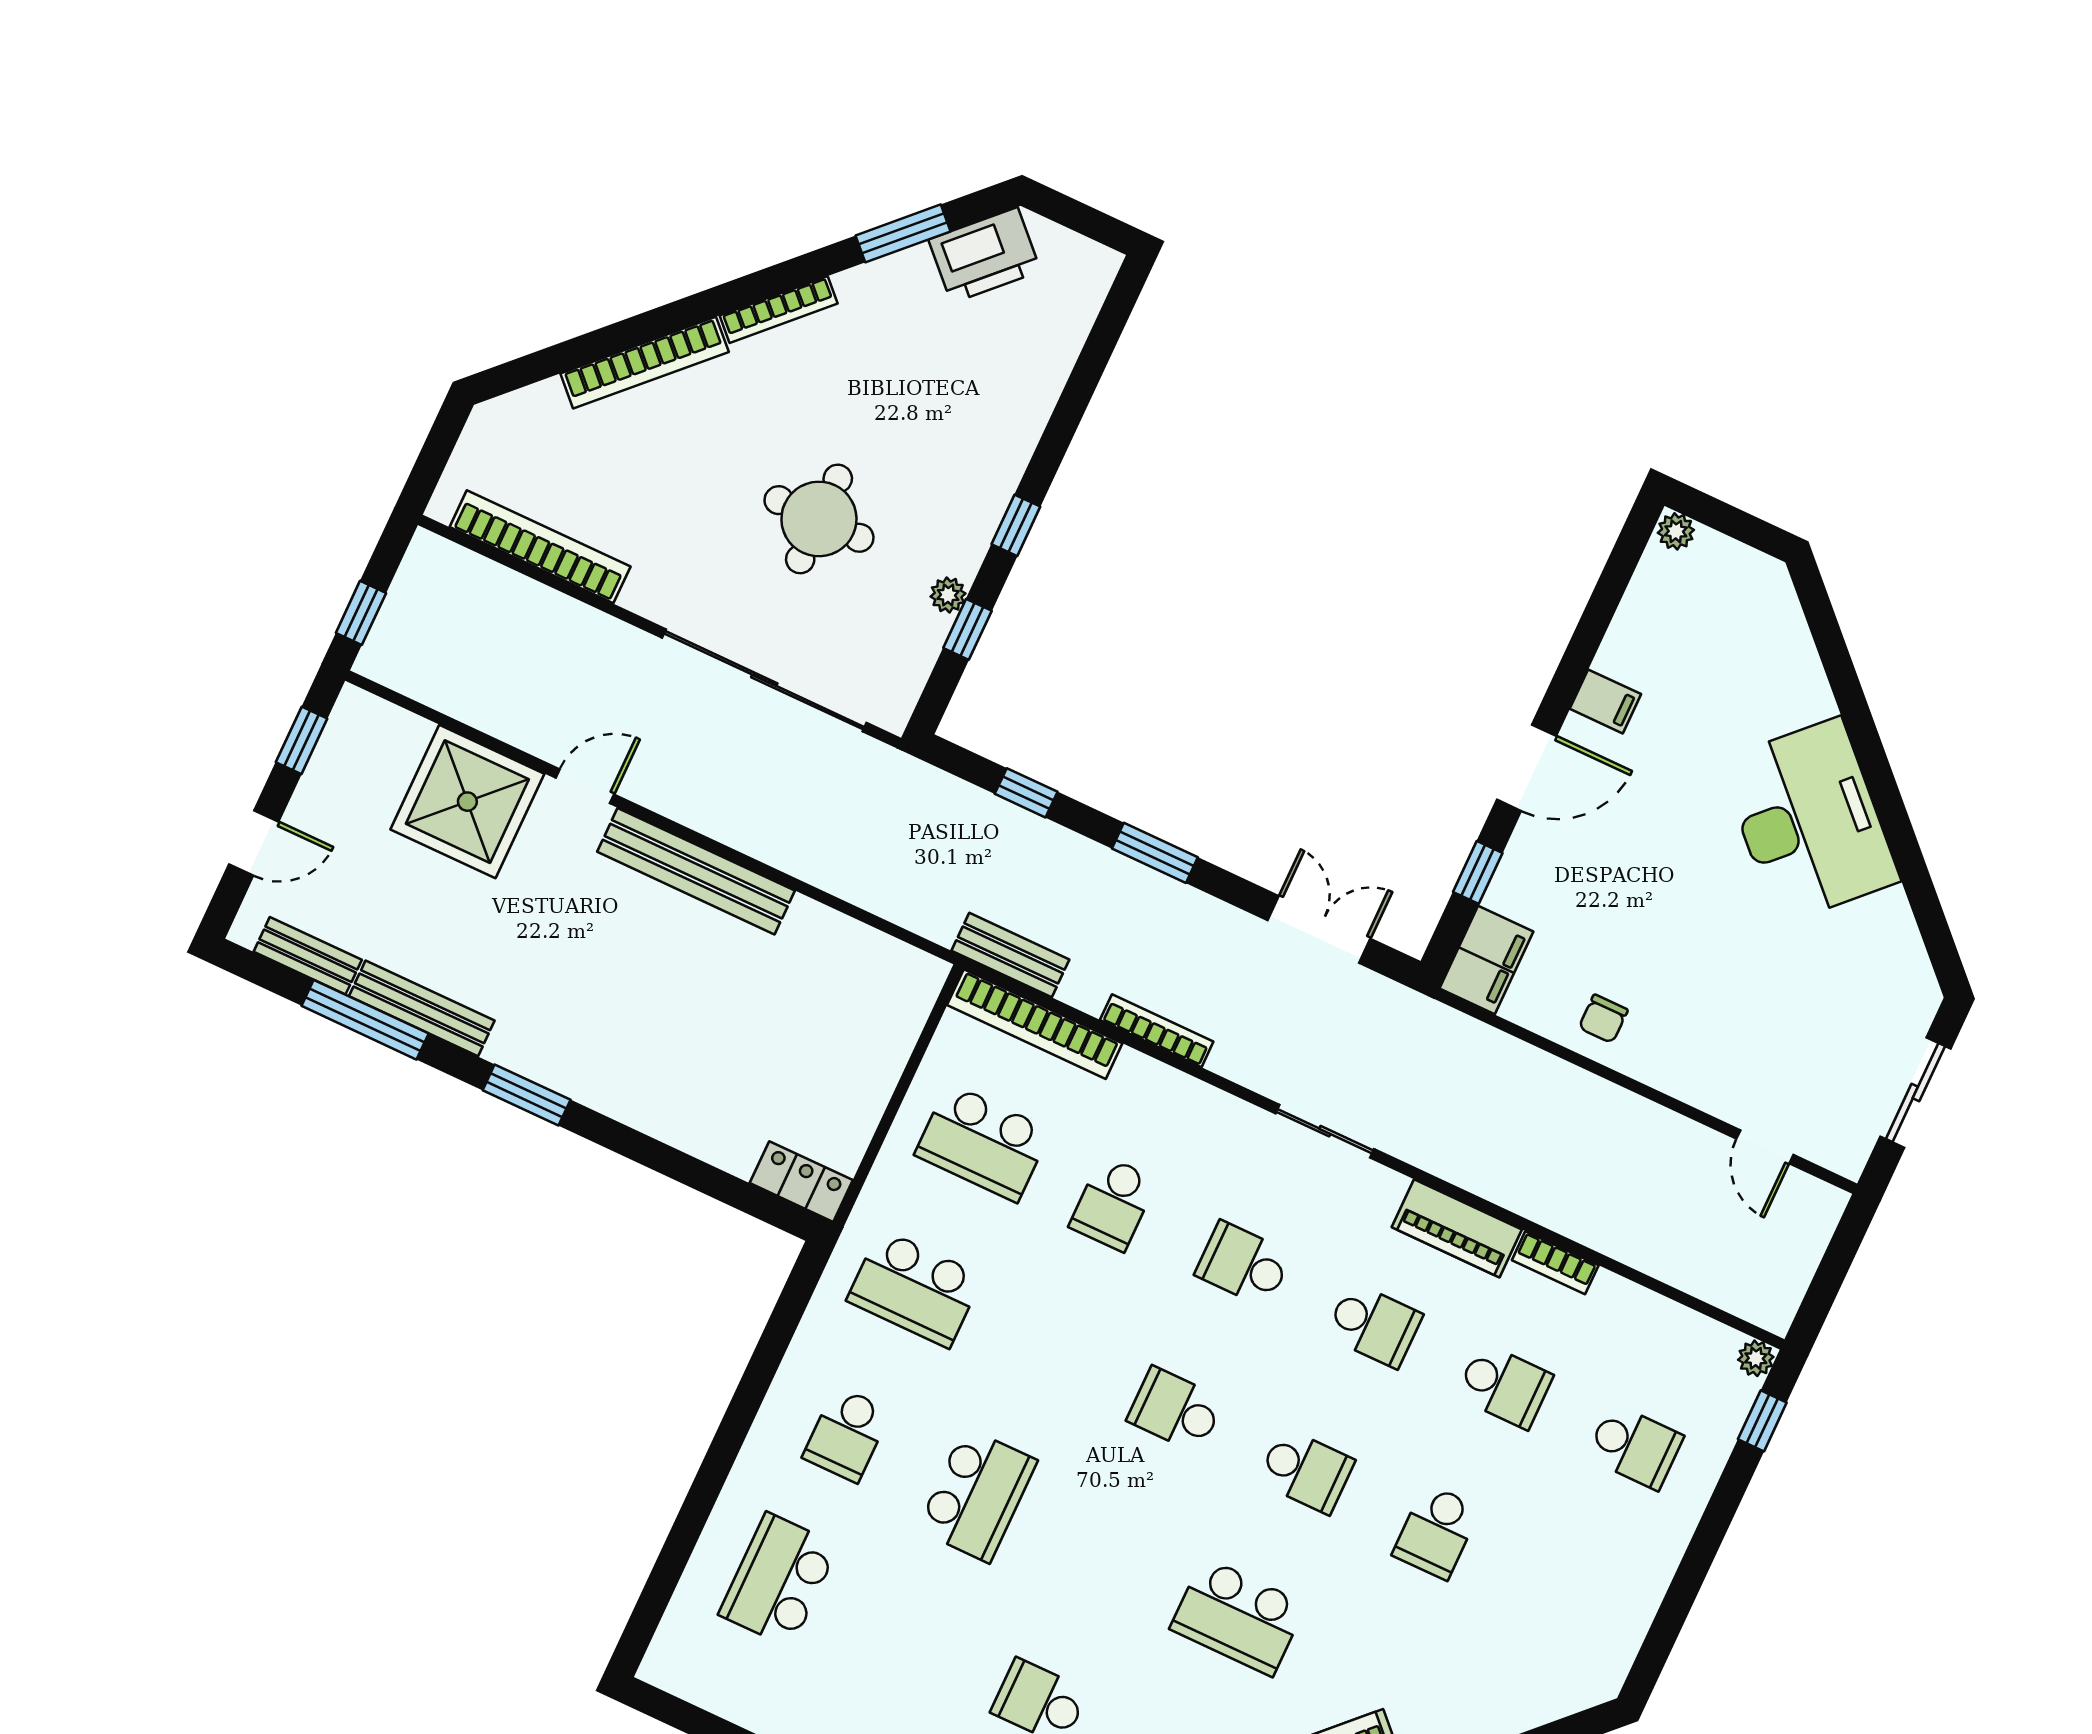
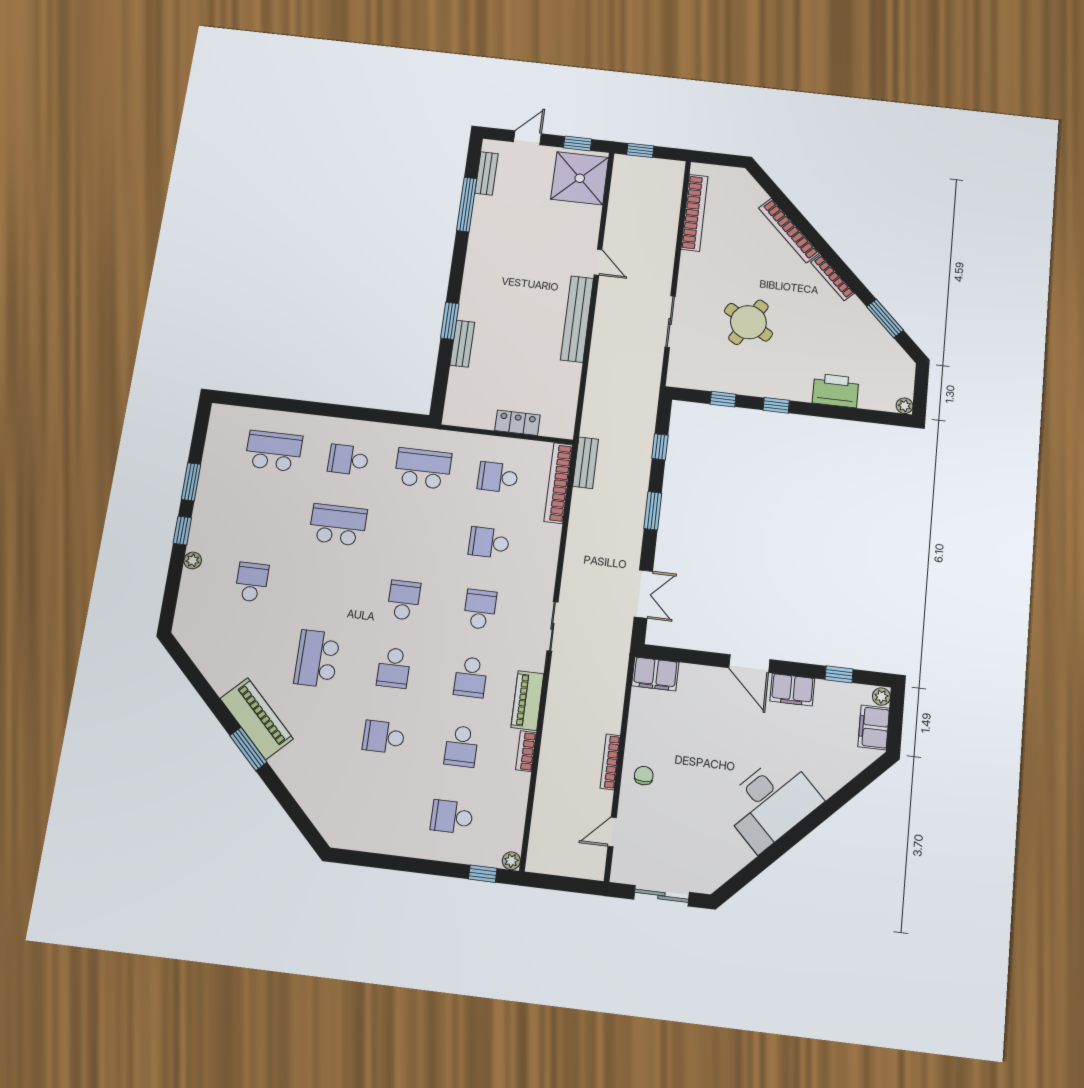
printer: (985, 255) -> (836, 391), moved, turned 135
round table: (819, 519) -> (748, 322), turned 31
filing cabinet: (1731, 569) -> (874, 727), added
plant: (948, 595) -> (905, 406), moved
sliding door: (764, 680) -> (670, 321), width x0.54
filing cabinet: (1605, 701) -> (792, 690), width x2.00
shower: (467, 802) -> (580, 178), moved
door: (254, 843) -> (527, 138), swing flipped
window: (1478, 872) -> (839, 674), moved
bench: (422, 1008) -> (462, 344), moved, width x0.73
chair: (1603, 1019) -> (644, 776), moved, turned 90
bookcase: (1157, 1031) -> (610, 762), moved, turned 180
window: (527, 1095) -> (450, 321), moved
school desk: (983, 1143) -> (498, 477), width x0.54
locker: (801, 1182) -> (517, 423), moved, turned -90
school desk: (915, 1288) -> (423, 468), turned 90
school desk: (1635, 1447) -> (452, 817), turned 90
school desk: (977, 1495) -> (338, 525), turned 180

